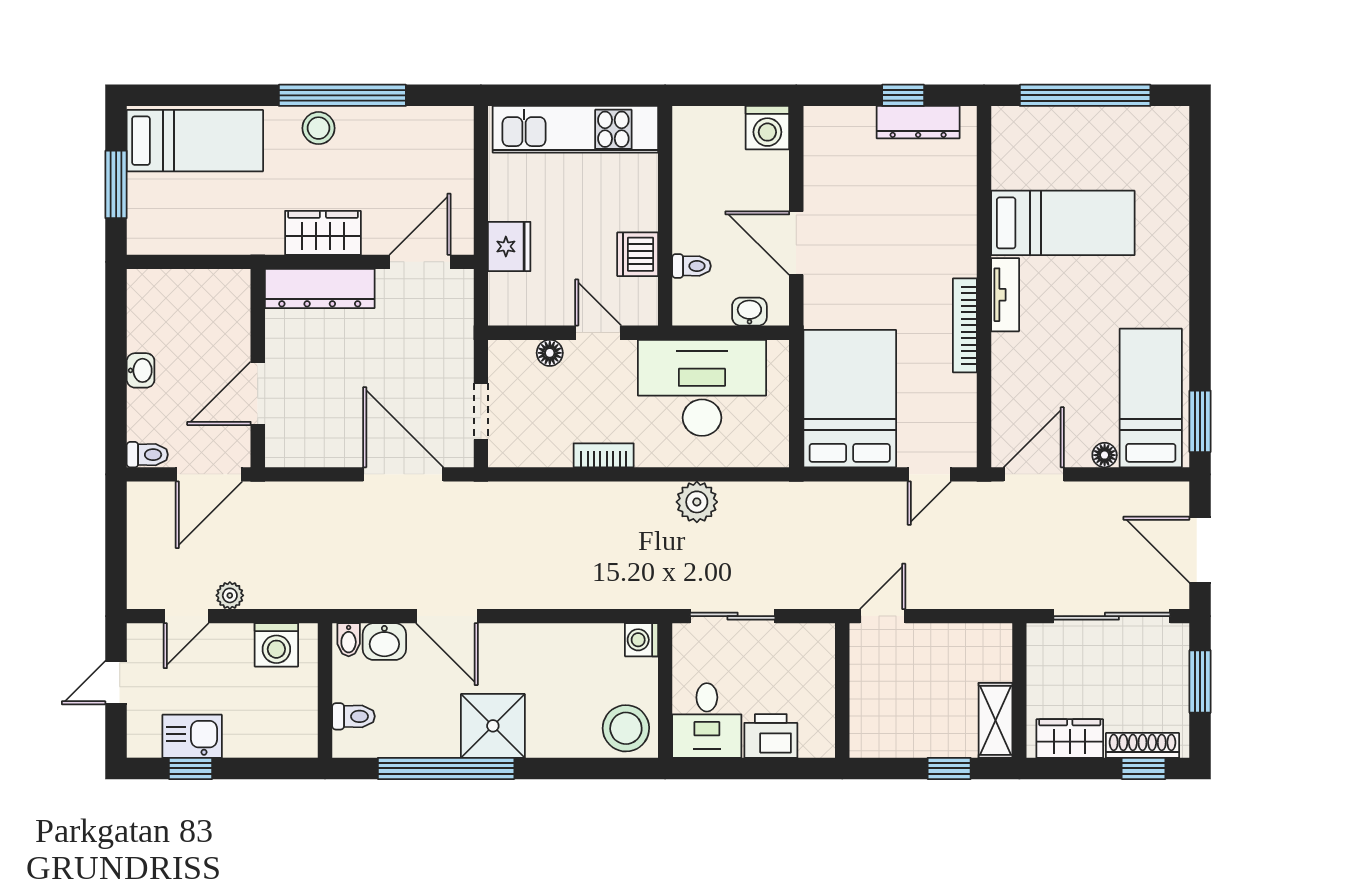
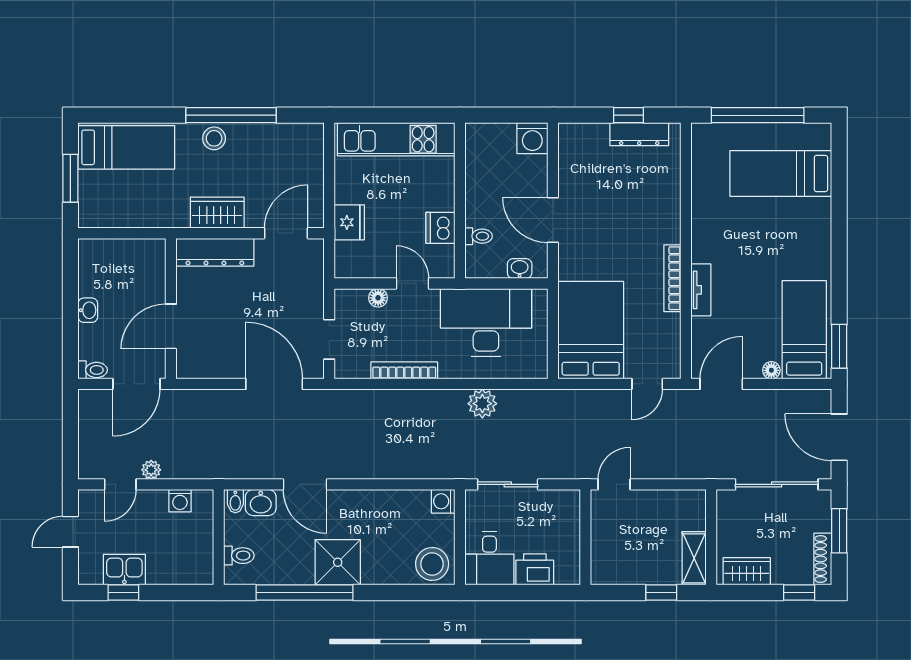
bed: (1063, 223) -> (781, 174), moved, turned 180
tv unit: (1005, 295) -> (701, 290), moved
bookcase: (604, 455) -> (404, 370), width x1.56
washing machine: (276, 645) -> (180, 501), width x0.73, depth x0.73
shoe rack: (1143, 745) -> (823, 559), moved, turned -90

